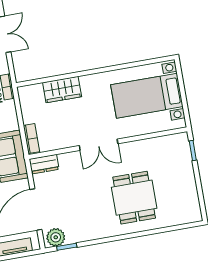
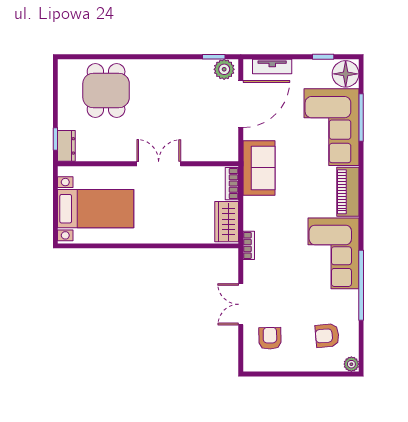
wardrobe: (62, 90) -> (227, 222), moved, turned -90
dresser: (44, 164) -> (66, 146), moved, turned 90
dining table: (134, 198) -> (106, 91), moved

